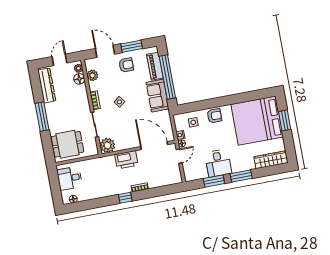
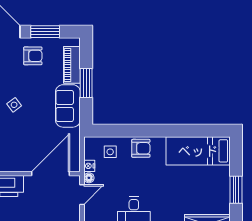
window: (167, 77) -> (86, 83), width x0.47
window: (285, 120) -> (236, 190), moved
bed: (257, 121) -> (198, 151), width x0.49
door: (154, 146) -> (50, 174), hinge flipped

